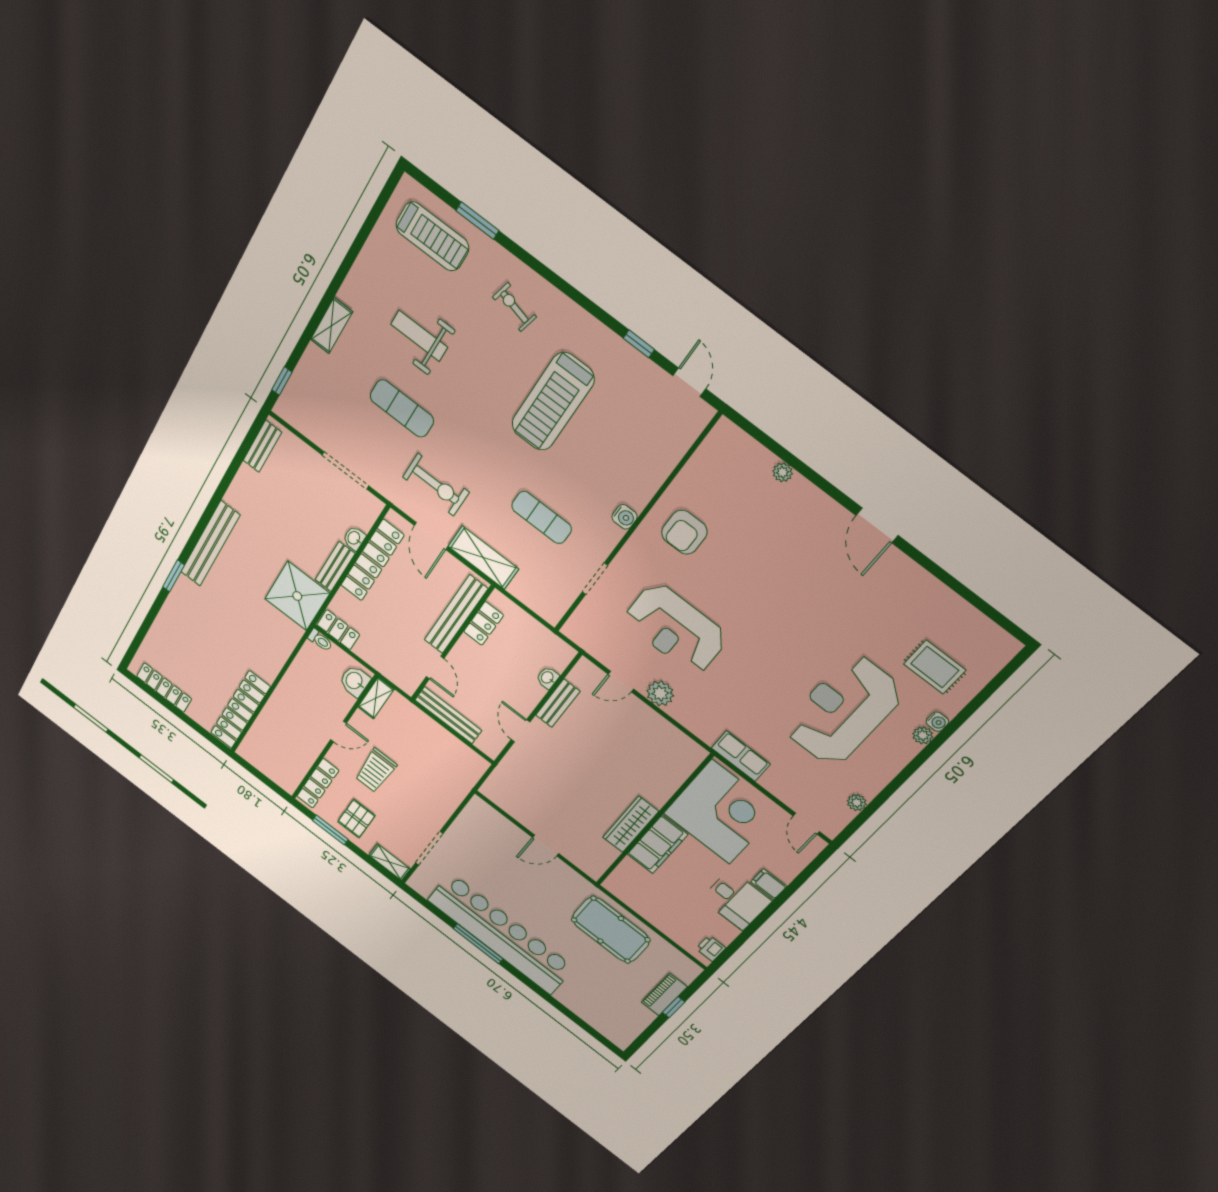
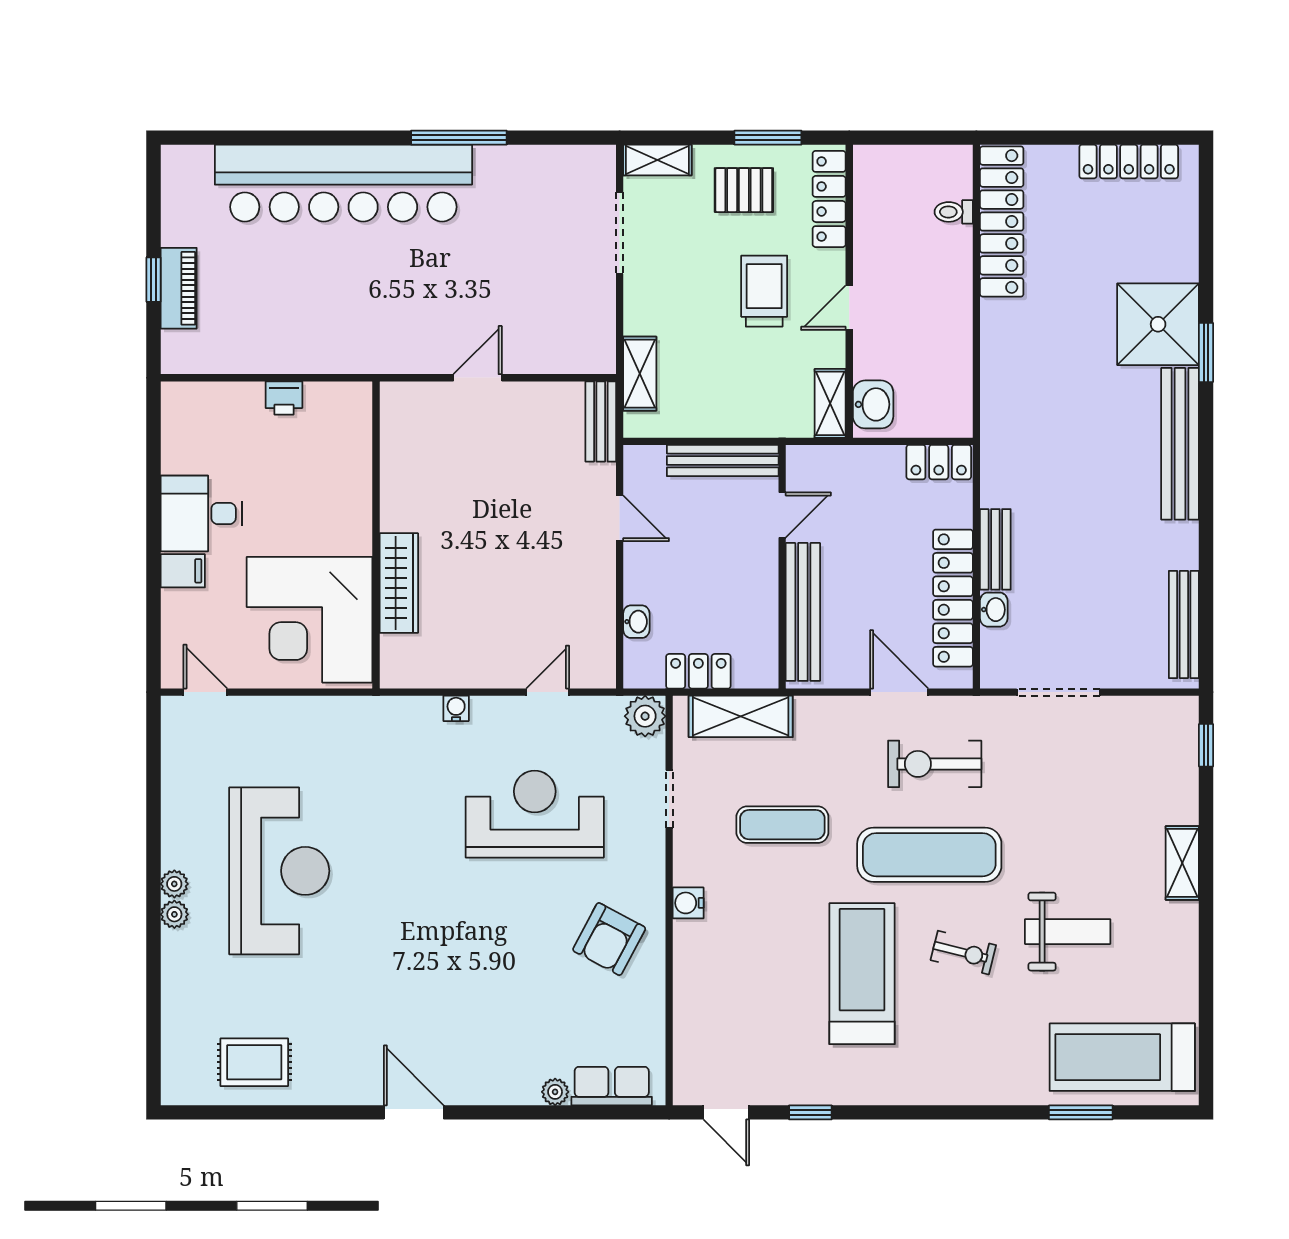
treadmill: (432, 236) -> (1122, 1057), width x1.37, depth x1.38
exercise bike: (514, 307) -> (963, 953), moved
exercise mat: (402, 408) -> (929, 855), moved, width x1.36, depth x1.45
bench: (262, 446) -> (1184, 625), width x1.36
armchair: (684, 532) -> (609, 939), turned -152
shelving: (483, 558) -> (741, 716), moved
shower: (297, 596) -> (1158, 324), moved
locker: (484, 623) -> (698, 671), moved, turned 90
toilet: (320, 640) -> (954, 212), moved
rug: (935, 667) -> (254, 1062), moved
door: (435, 668) -> (782, 515), swing flipped
plant: (660, 693) -> (645, 716), moved
bench: (558, 703) -> (601, 422), moved
water cooler: (937, 722) -> (456, 708), moved, turned 90
row of seats: (741, 756) -> (612, 1086), moved, turned 180
shelving: (463, 784) -> (640, 374), added
plant: (857, 803) -> (174, 884), moved
pallet: (356, 819) -> (744, 190), turned 90
wardrobe: (631, 824) -> (399, 583), moved
filing cabinet: (657, 844) -> (348, 506), removed
pool table: (611, 930) -> (312, 325), removed
bar counter: (501, 934) -> (343, 183), moved
printer: (711, 948) -> (284, 398), moved, turned 90

